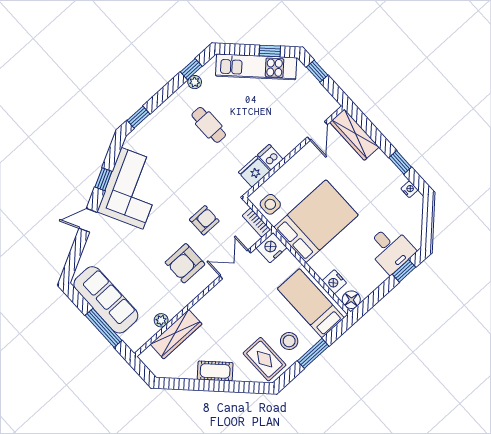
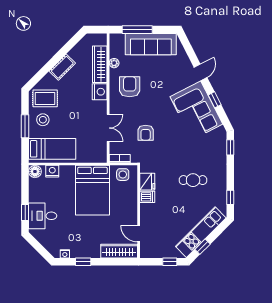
plant: (195, 82) -> (222, 193), removed
nightstand: (272, 248) -> (100, 92), moved
armchair: (185, 263) -> (130, 87), moved

